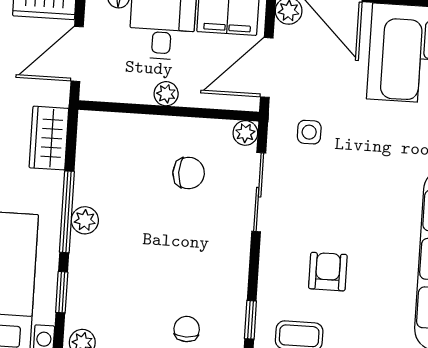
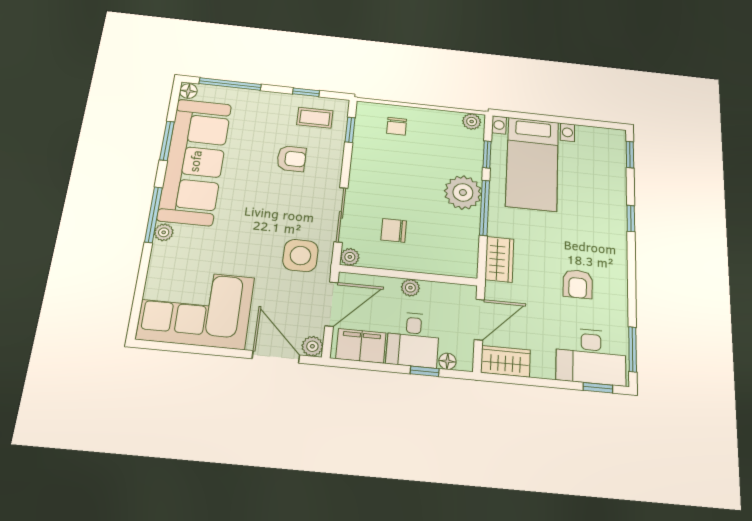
side table: (309, 132) -> (300, 256), width x1.87, depth x1.87
plant: (85, 220) -> (463, 192), width x1.87, depth x1.87
armchair: (328, 272) -> (291, 159), turned -90

